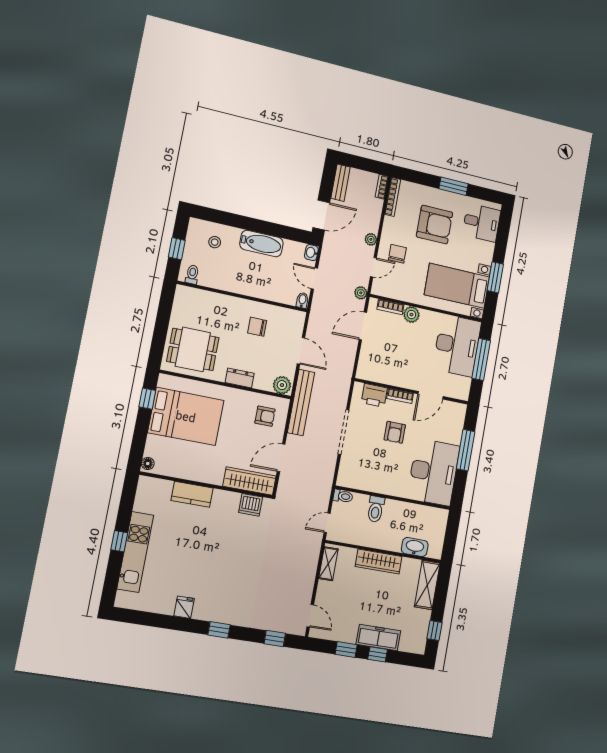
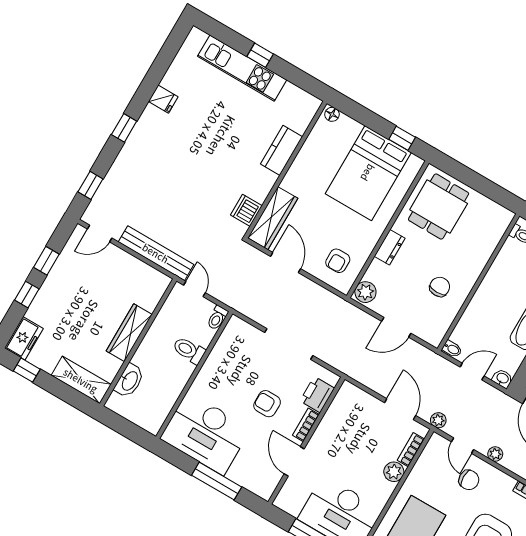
bench: (301, 403) -> (156, 253), moved
shelving: (328, 564) -> (149, 274), removed
freezer: (378, 638) -> (24, 338), moved, width x0.71

